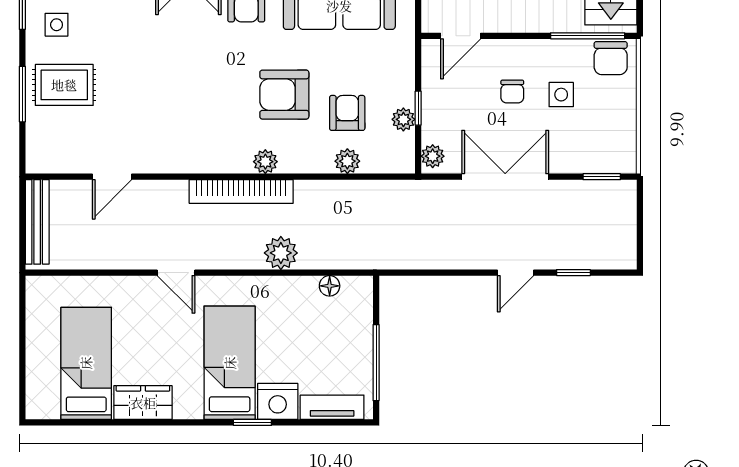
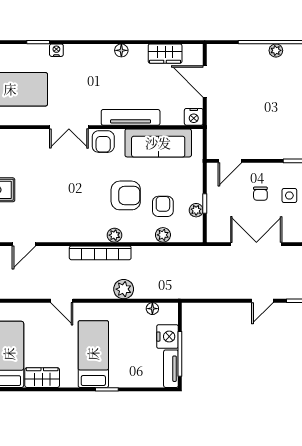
armchair: (284, 95) -> (126, 195), turned 180
plant: (433, 156) -> (213, 232), removed
nightstand: (278, 401) -> (167, 337), moved, turned -90
tv unit: (332, 407) -> (171, 369), moved, turned -90

